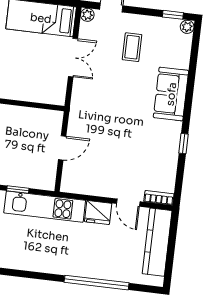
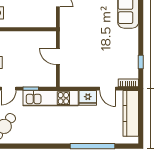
window: (184, 144) -> (141, 62), moved
door: (62, 148) -> (58, 56), swing flipped

